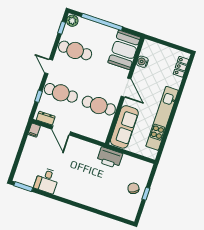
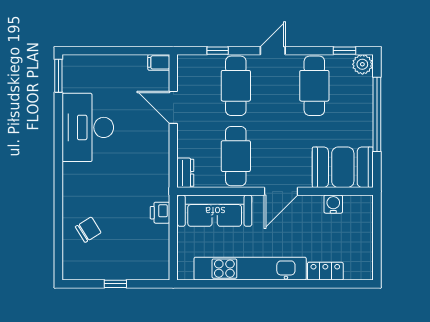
locker: (181, 67) -> (325, 271), moved
dresser: (46, 118) -> (185, 173), moved
door: (61, 130) -> (173, 107), hinge flipped
printer: (110, 158) -> (160, 213), width x0.53, depth x0.68
desk: (47, 181) -> (88, 127), width x1.87, depth x1.30
chair: (133, 188) -> (88, 230), moved

